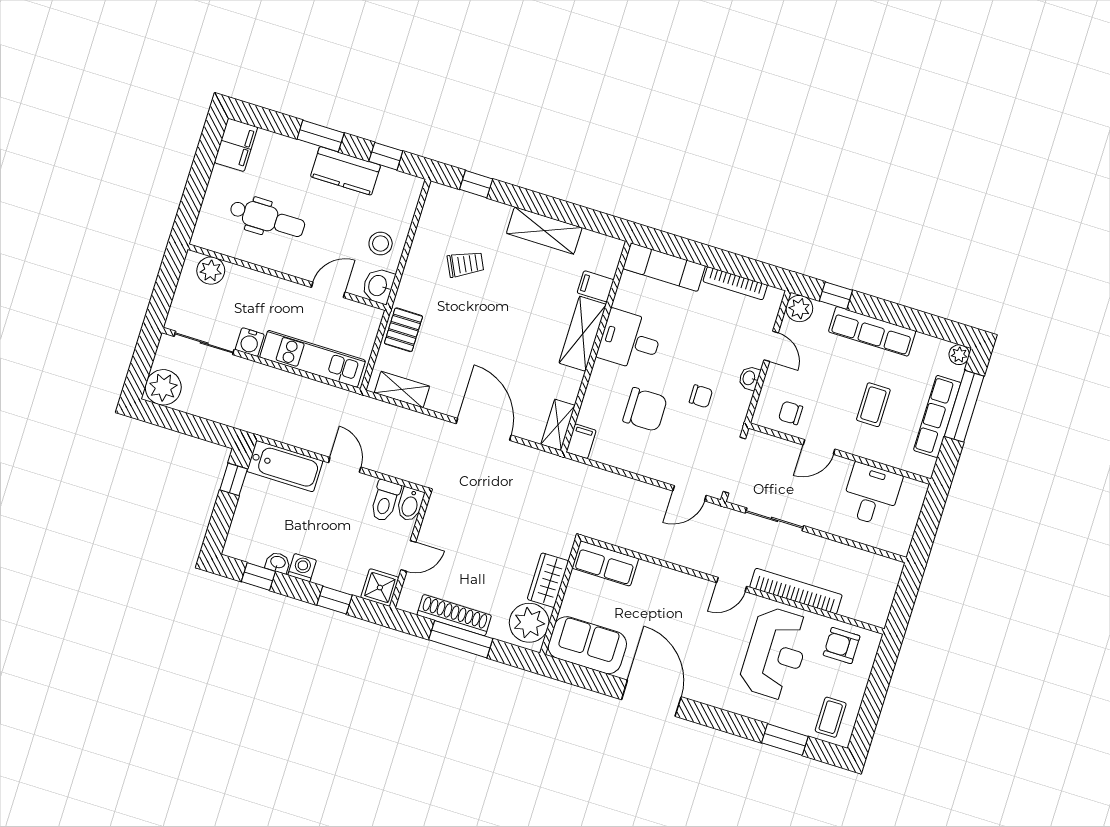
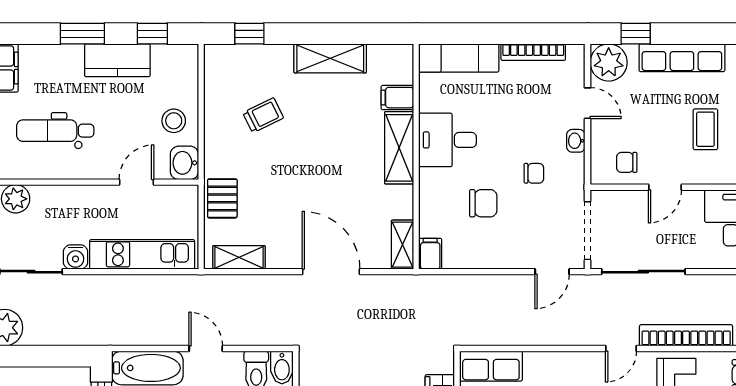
dental chair: (267, 218) -> (55, 131), turned 180
plant: (799, 309) -> (609, 62), width x1.36, depth x1.36
chair: (645, 410) -> (483, 203), width x0.73, depth x0.73
sliding door: (774, 519) -> (643, 272), width x1.37

